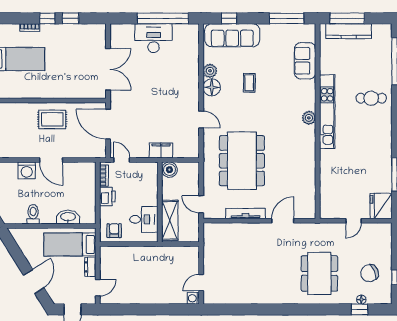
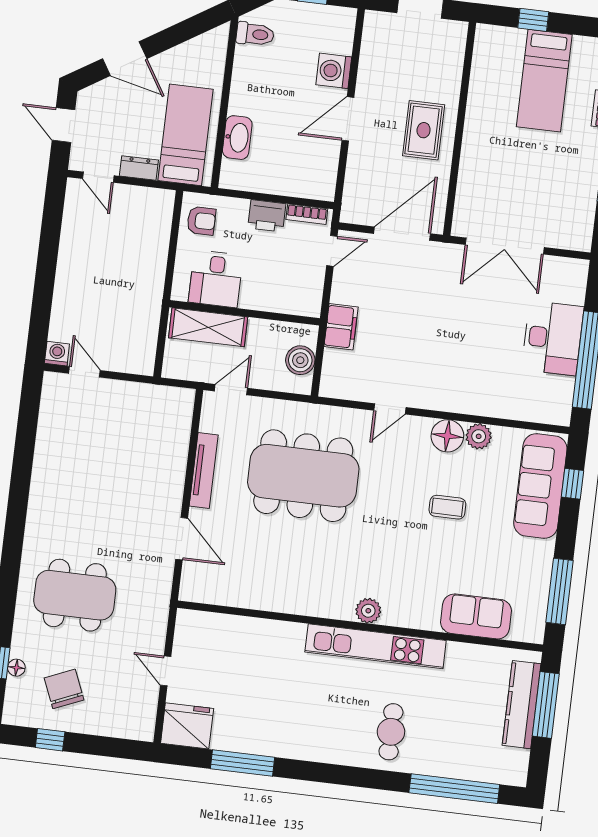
boiler: (169, 170) -> (300, 360), moved
toilet: (33, 214) -> (255, 34), moved

